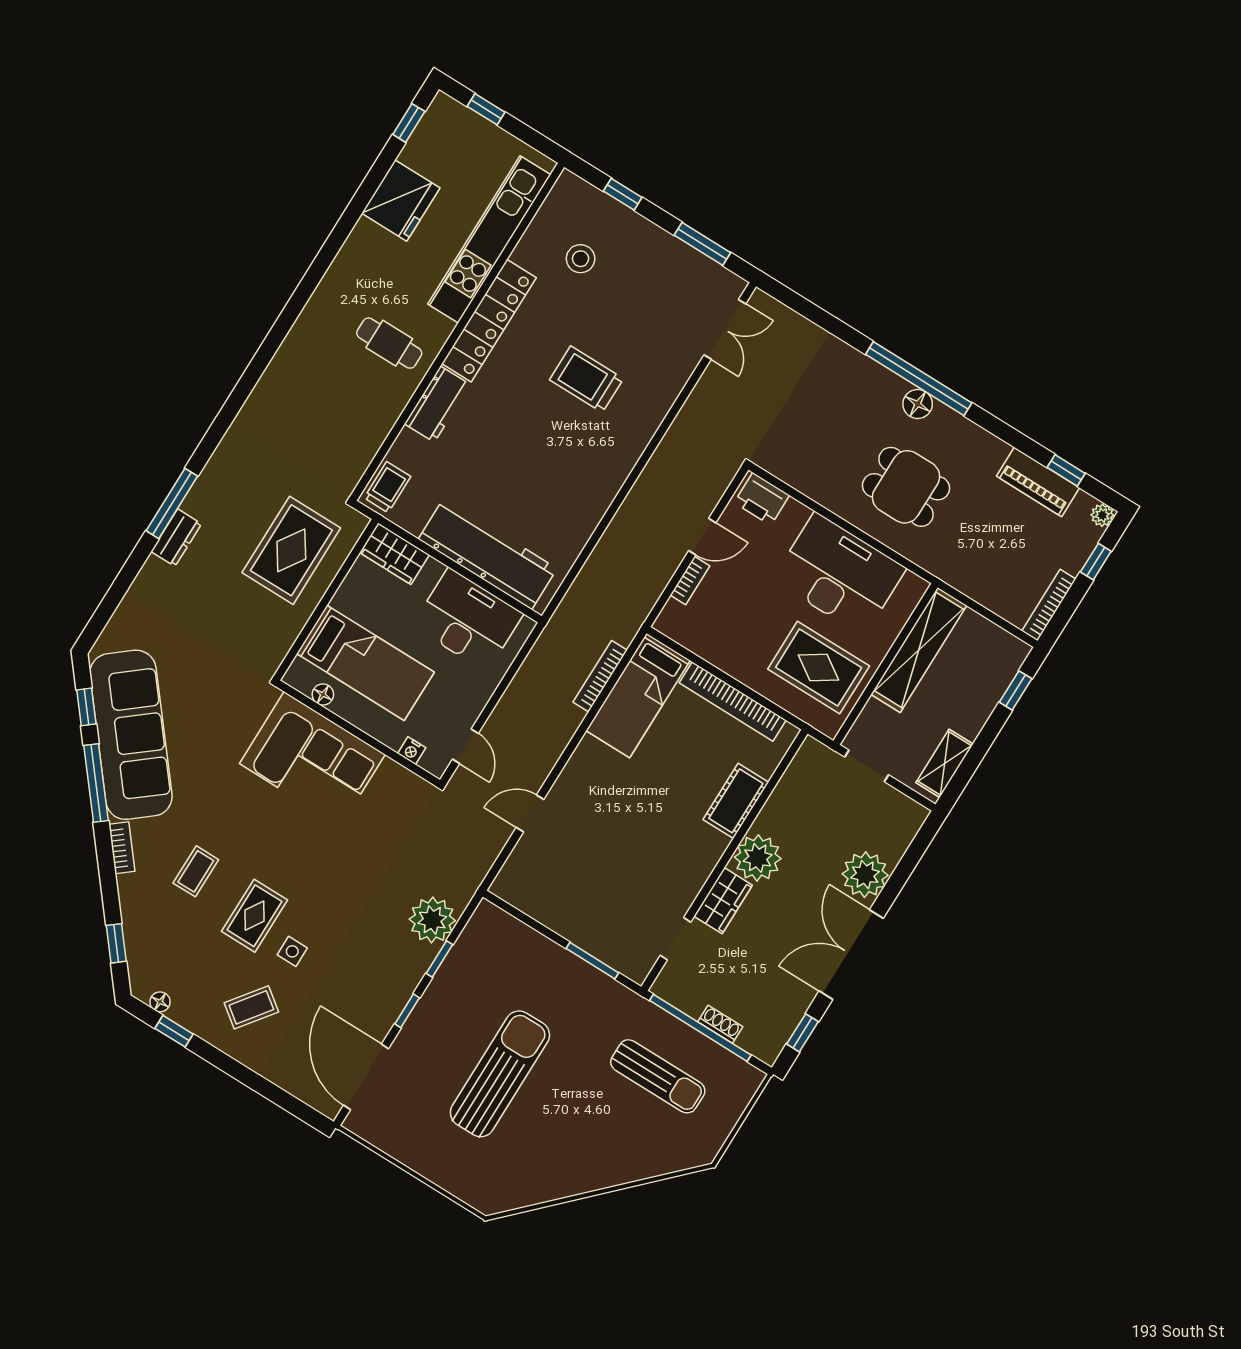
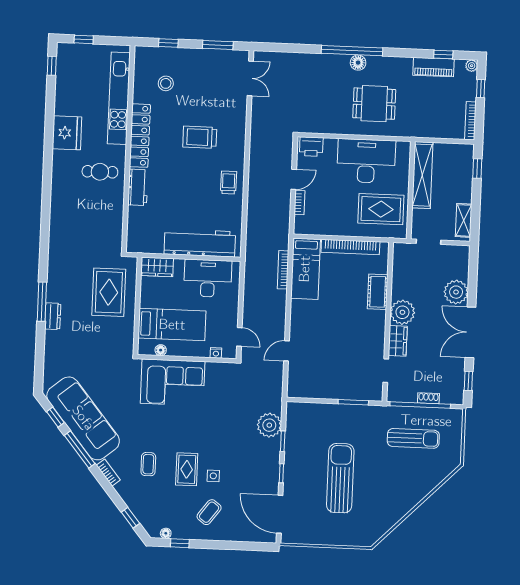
fridge: (401, 201) -> (67, 133), moved
trolley: (387, 487) -> (229, 182), moved

